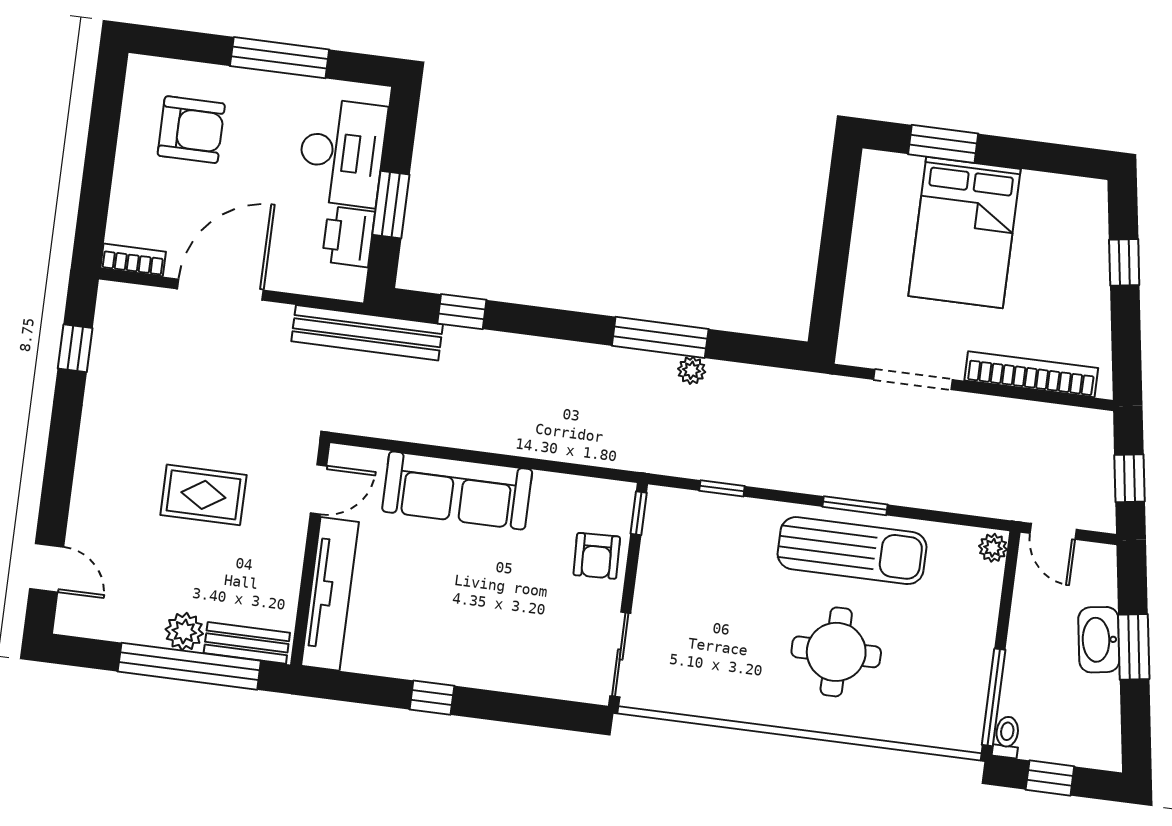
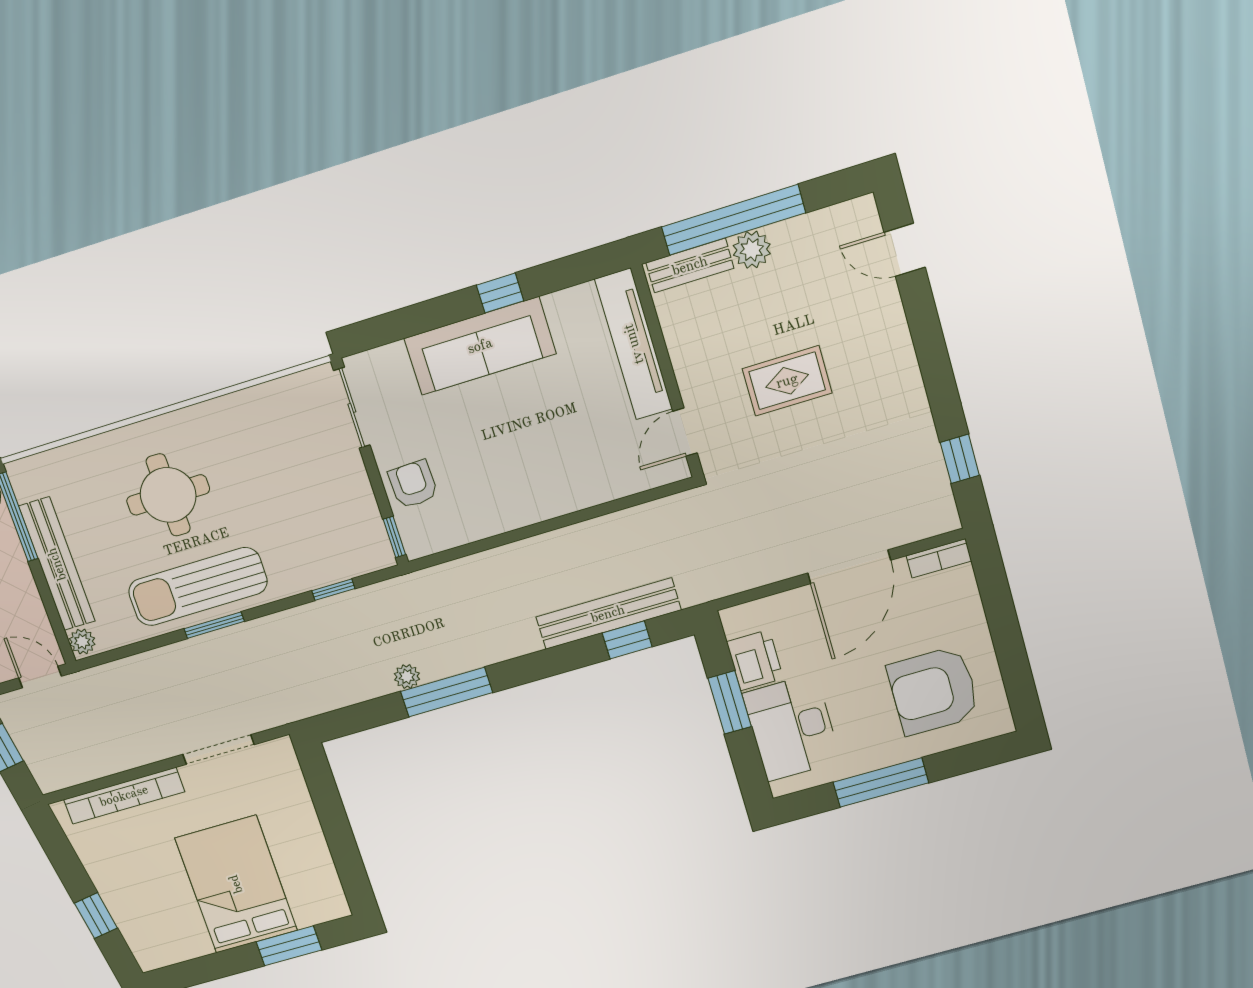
armchair: (191, 130) -> (933, 691), width x1.36, depth x1.36
bench: (367, 333) -> (608, 614), moved
sofa: (457, 490) -> (480, 346), moved, turned 180
bench: (978, 635) -> (57, 564), added

